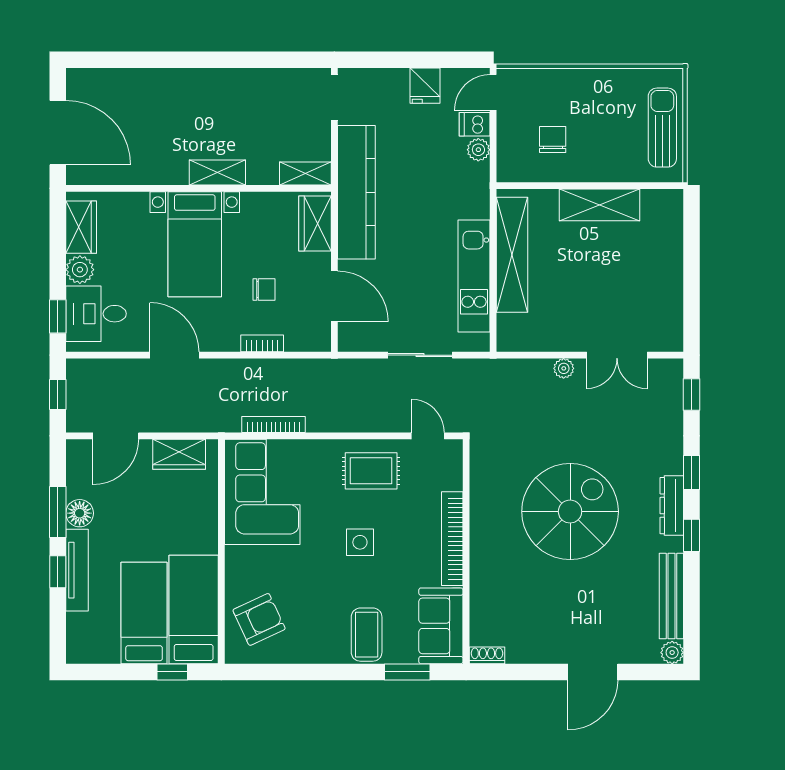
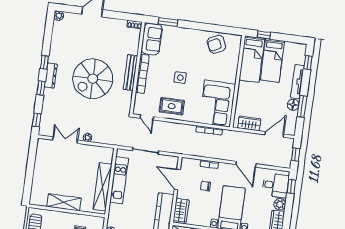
window: (58, 572) -> (308, 63), moved
bench: (671, 596) -> (130, 73), moved
armchair: (259, 619) -> (216, 44), moved
coffee table: (367, 635) -> (183, 40), removed

